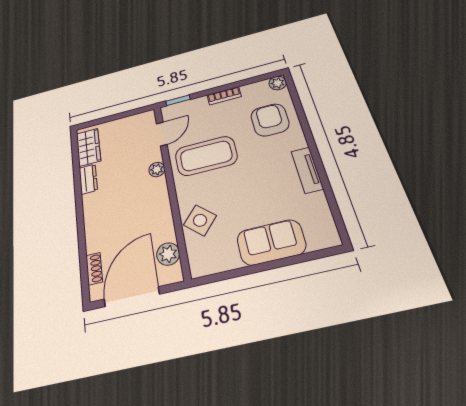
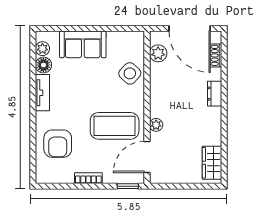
plant: (278, 83) -> (42, 49), moved
door: (162, 134) -> (147, 157), width x1.38
dresser: (88, 179) -> (215, 94), moved
floor lamp: (317, 203) -> (43, 65), added
door: (132, 297) -> (190, 28), hinge flipped

